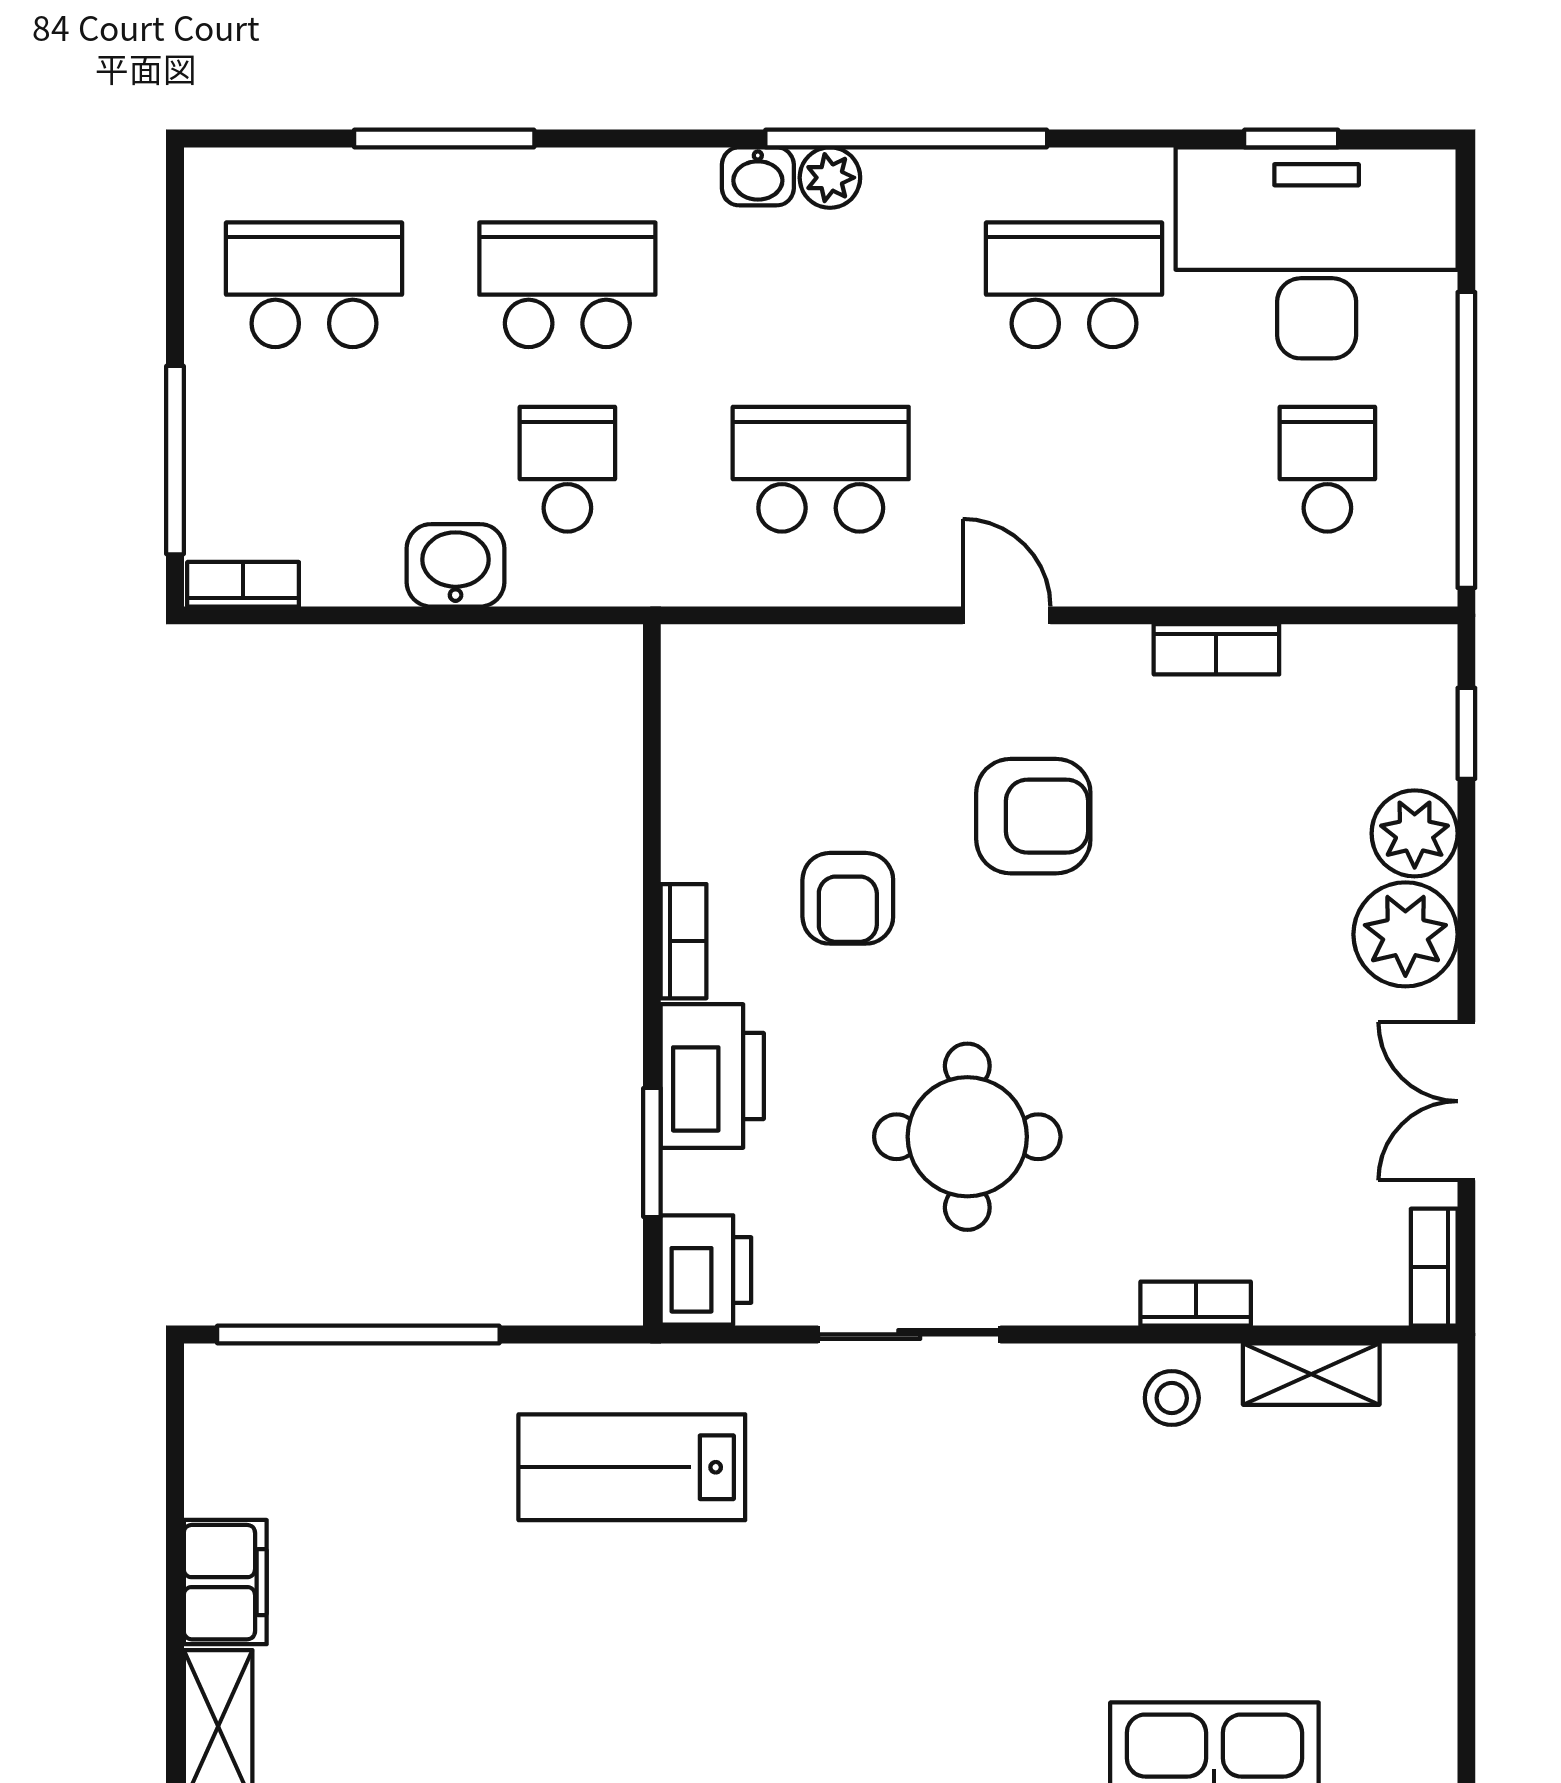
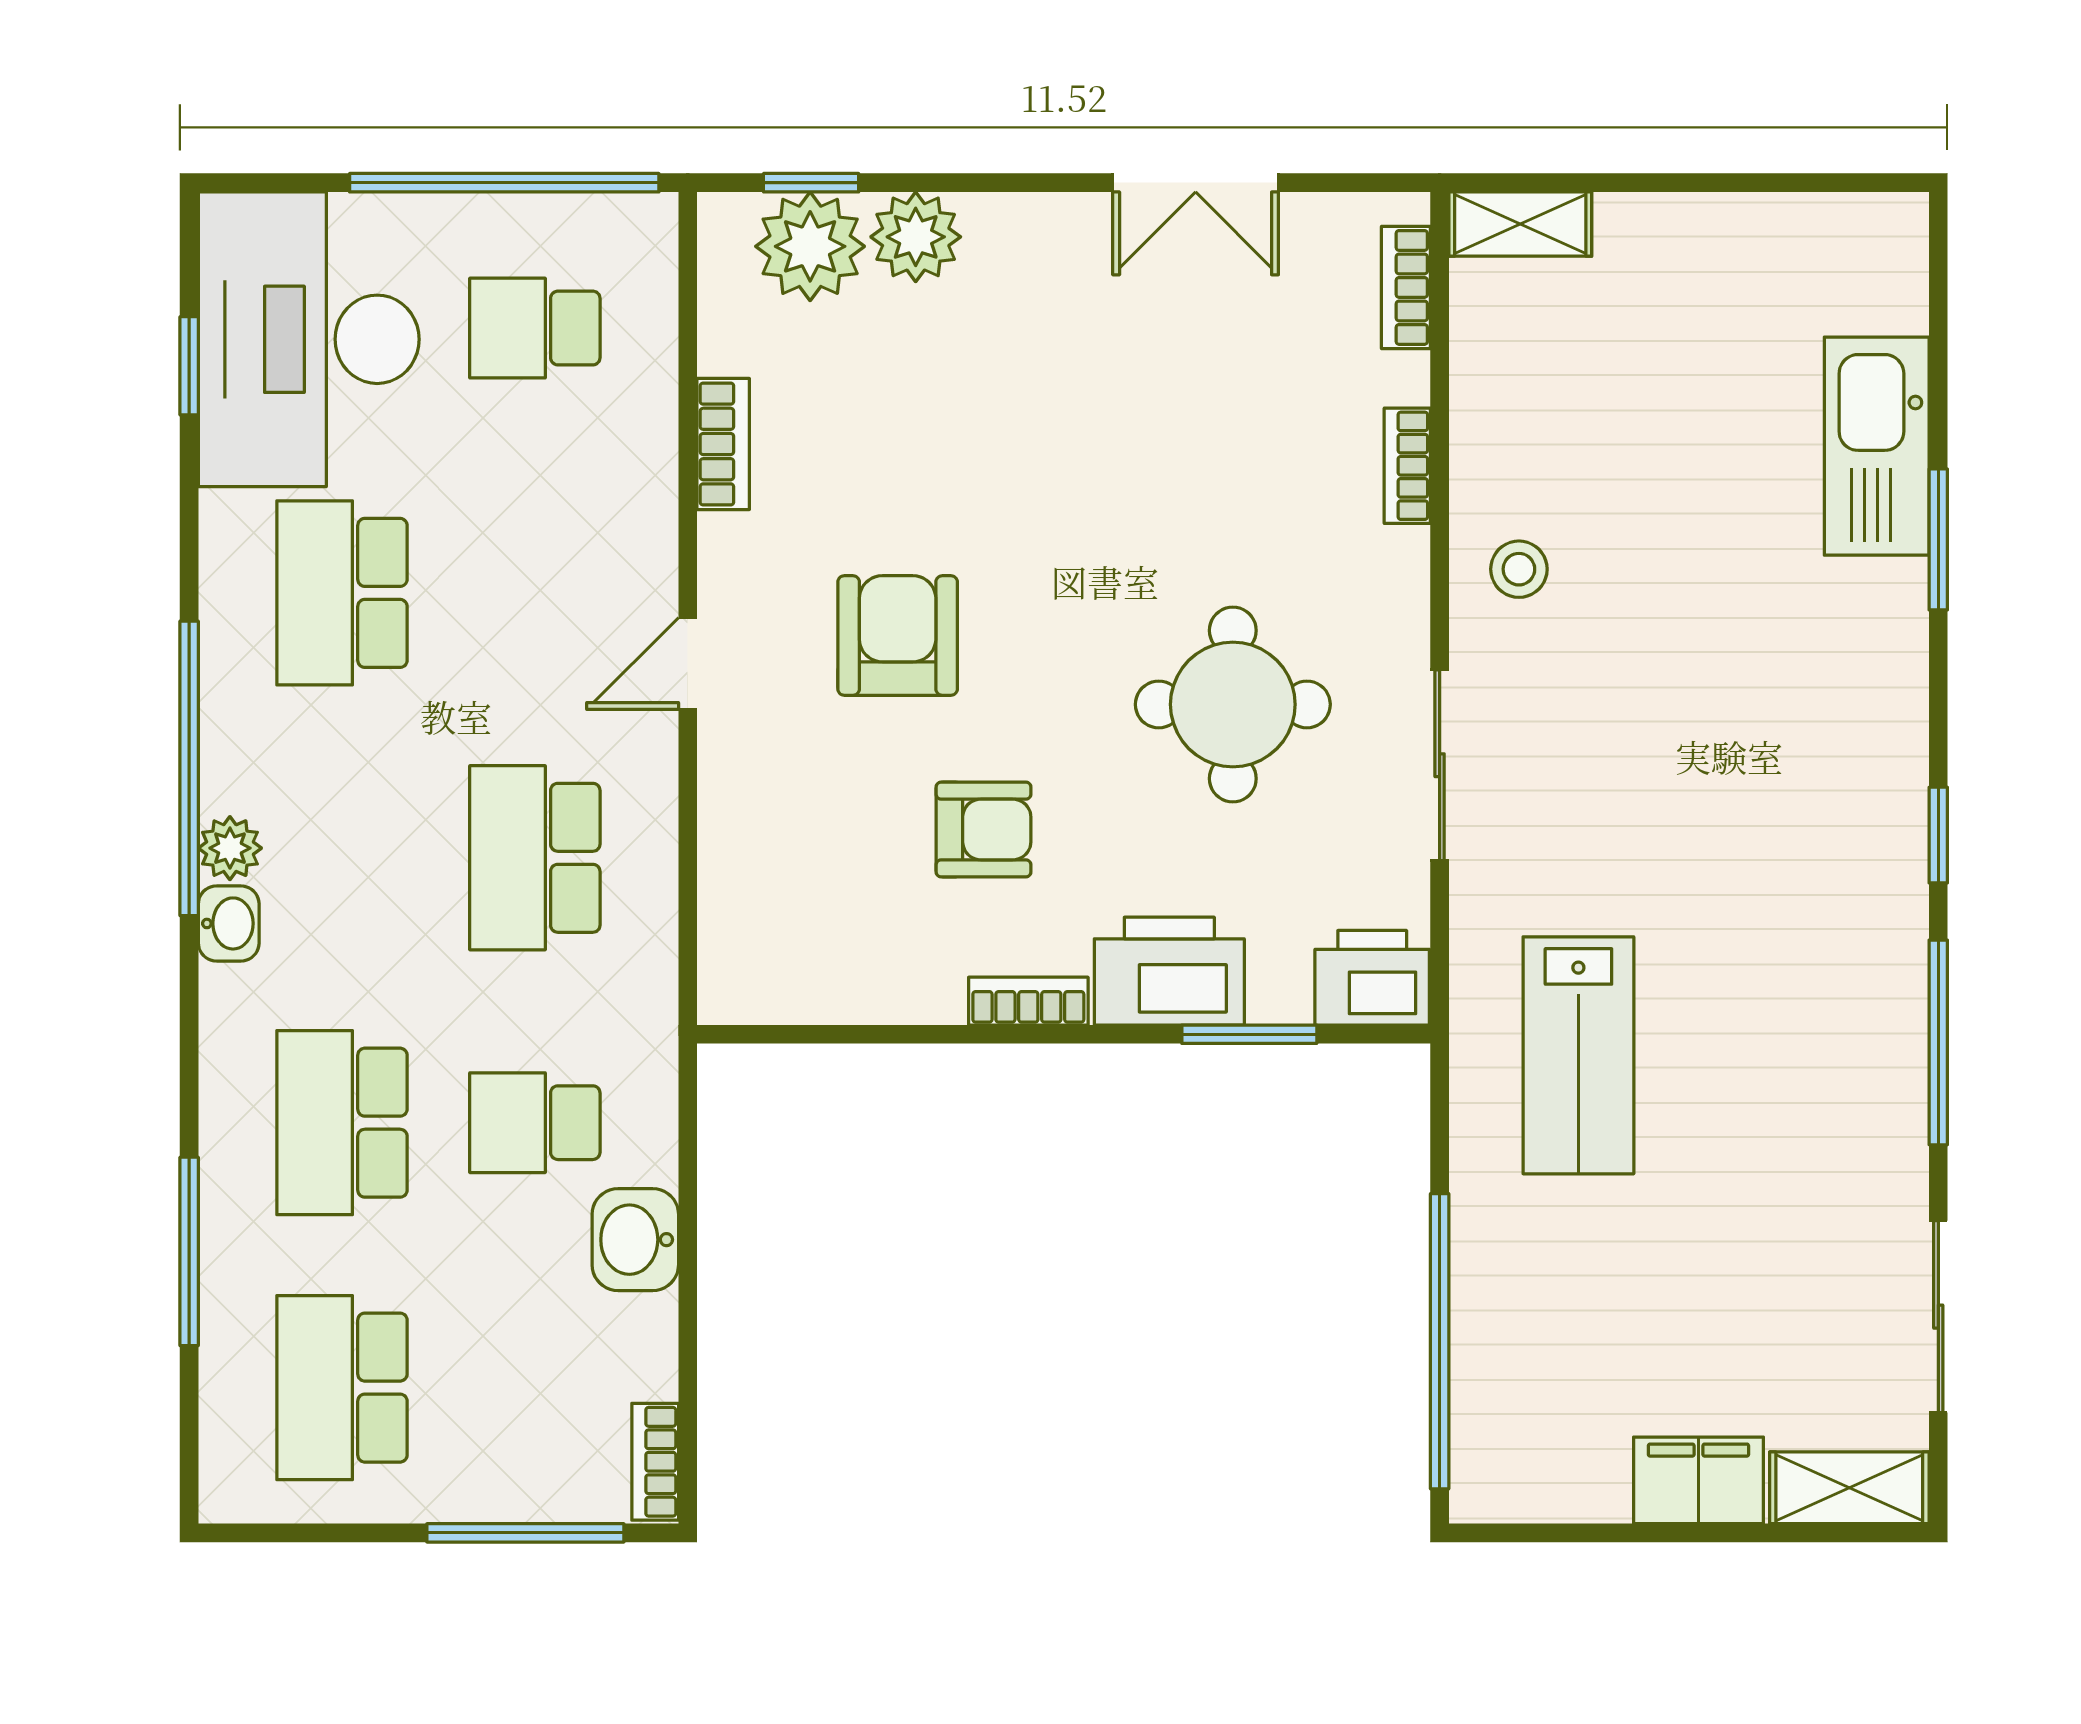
plant: (1405, 934) -> (810, 246), moved
bookcase: (1434, 1267) -> (1406, 287), moved, turned 90
shelving: (1311, 1374) -> (1520, 224), moved, turned 90
stool: (1172, 1398) -> (1519, 569), moved

